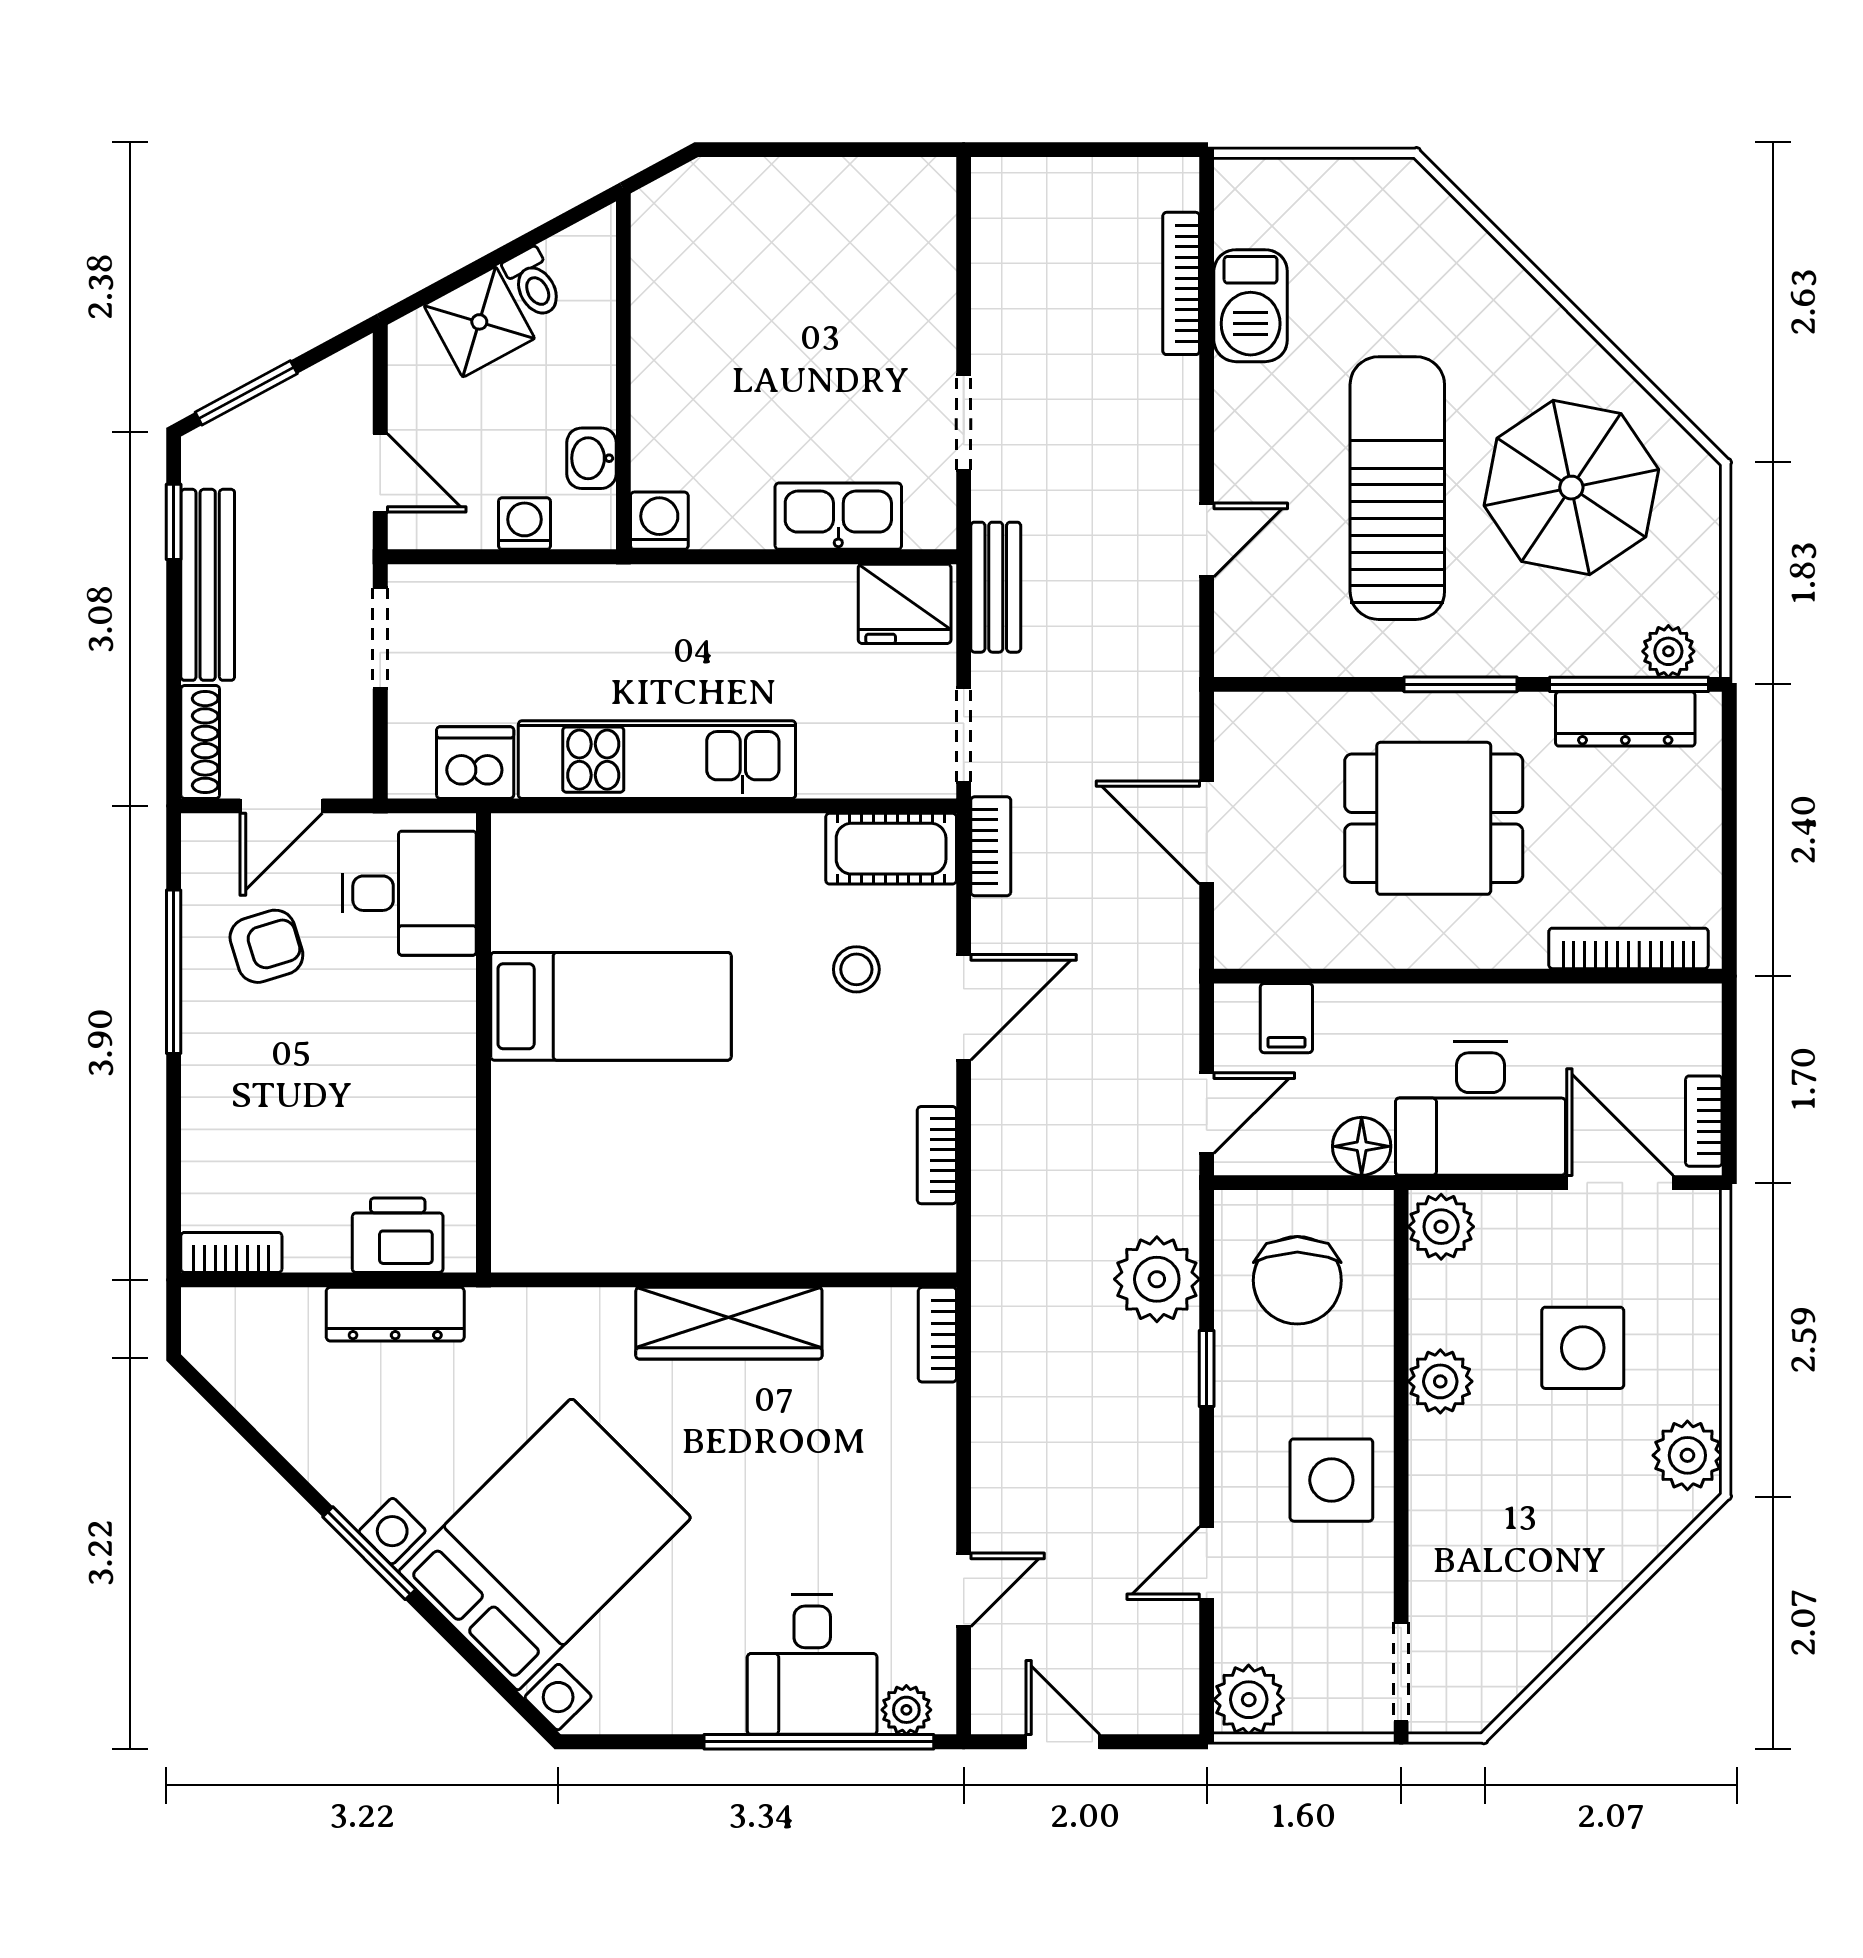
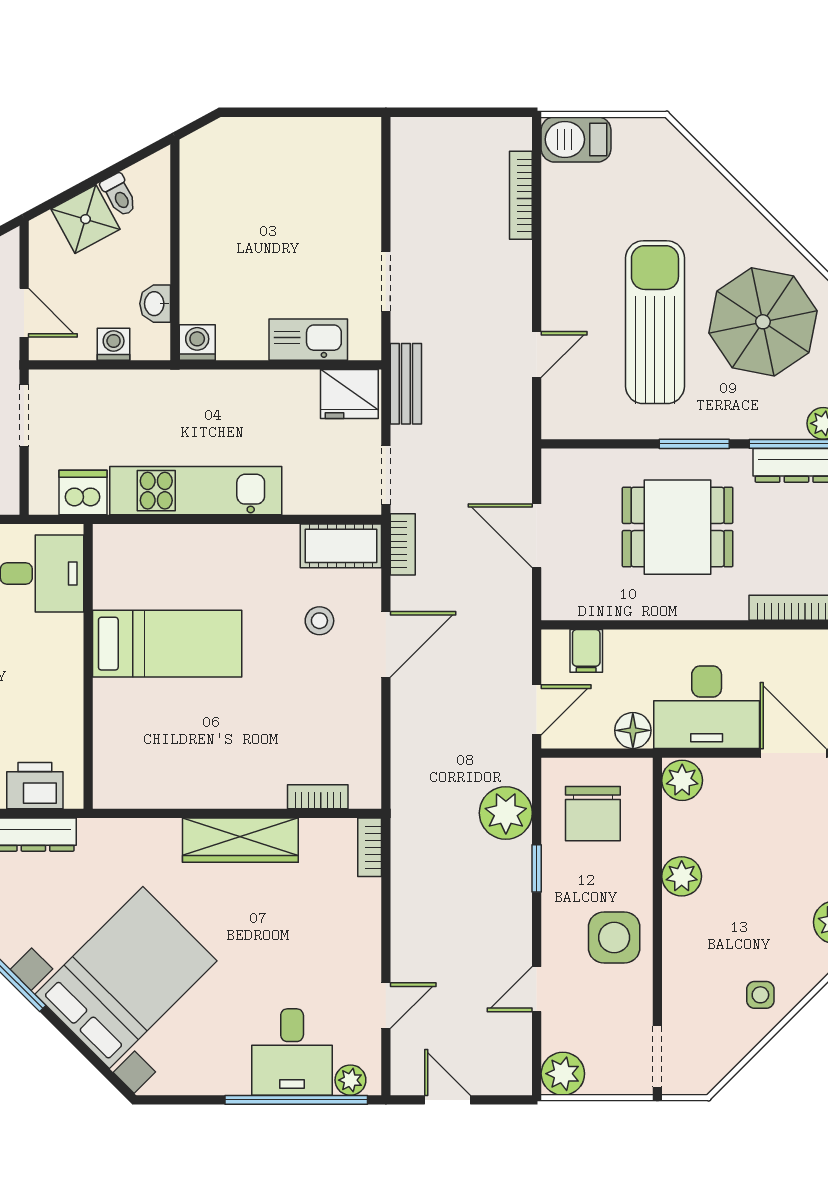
barbecue: (1251, 306) -> (576, 139), moved, turned 90
bookcase: (937, 1155) -> (318, 797), moved, turned 90
side table: (1583, 1348) -> (760, 995), moved, width x0.54, depth x0.54

